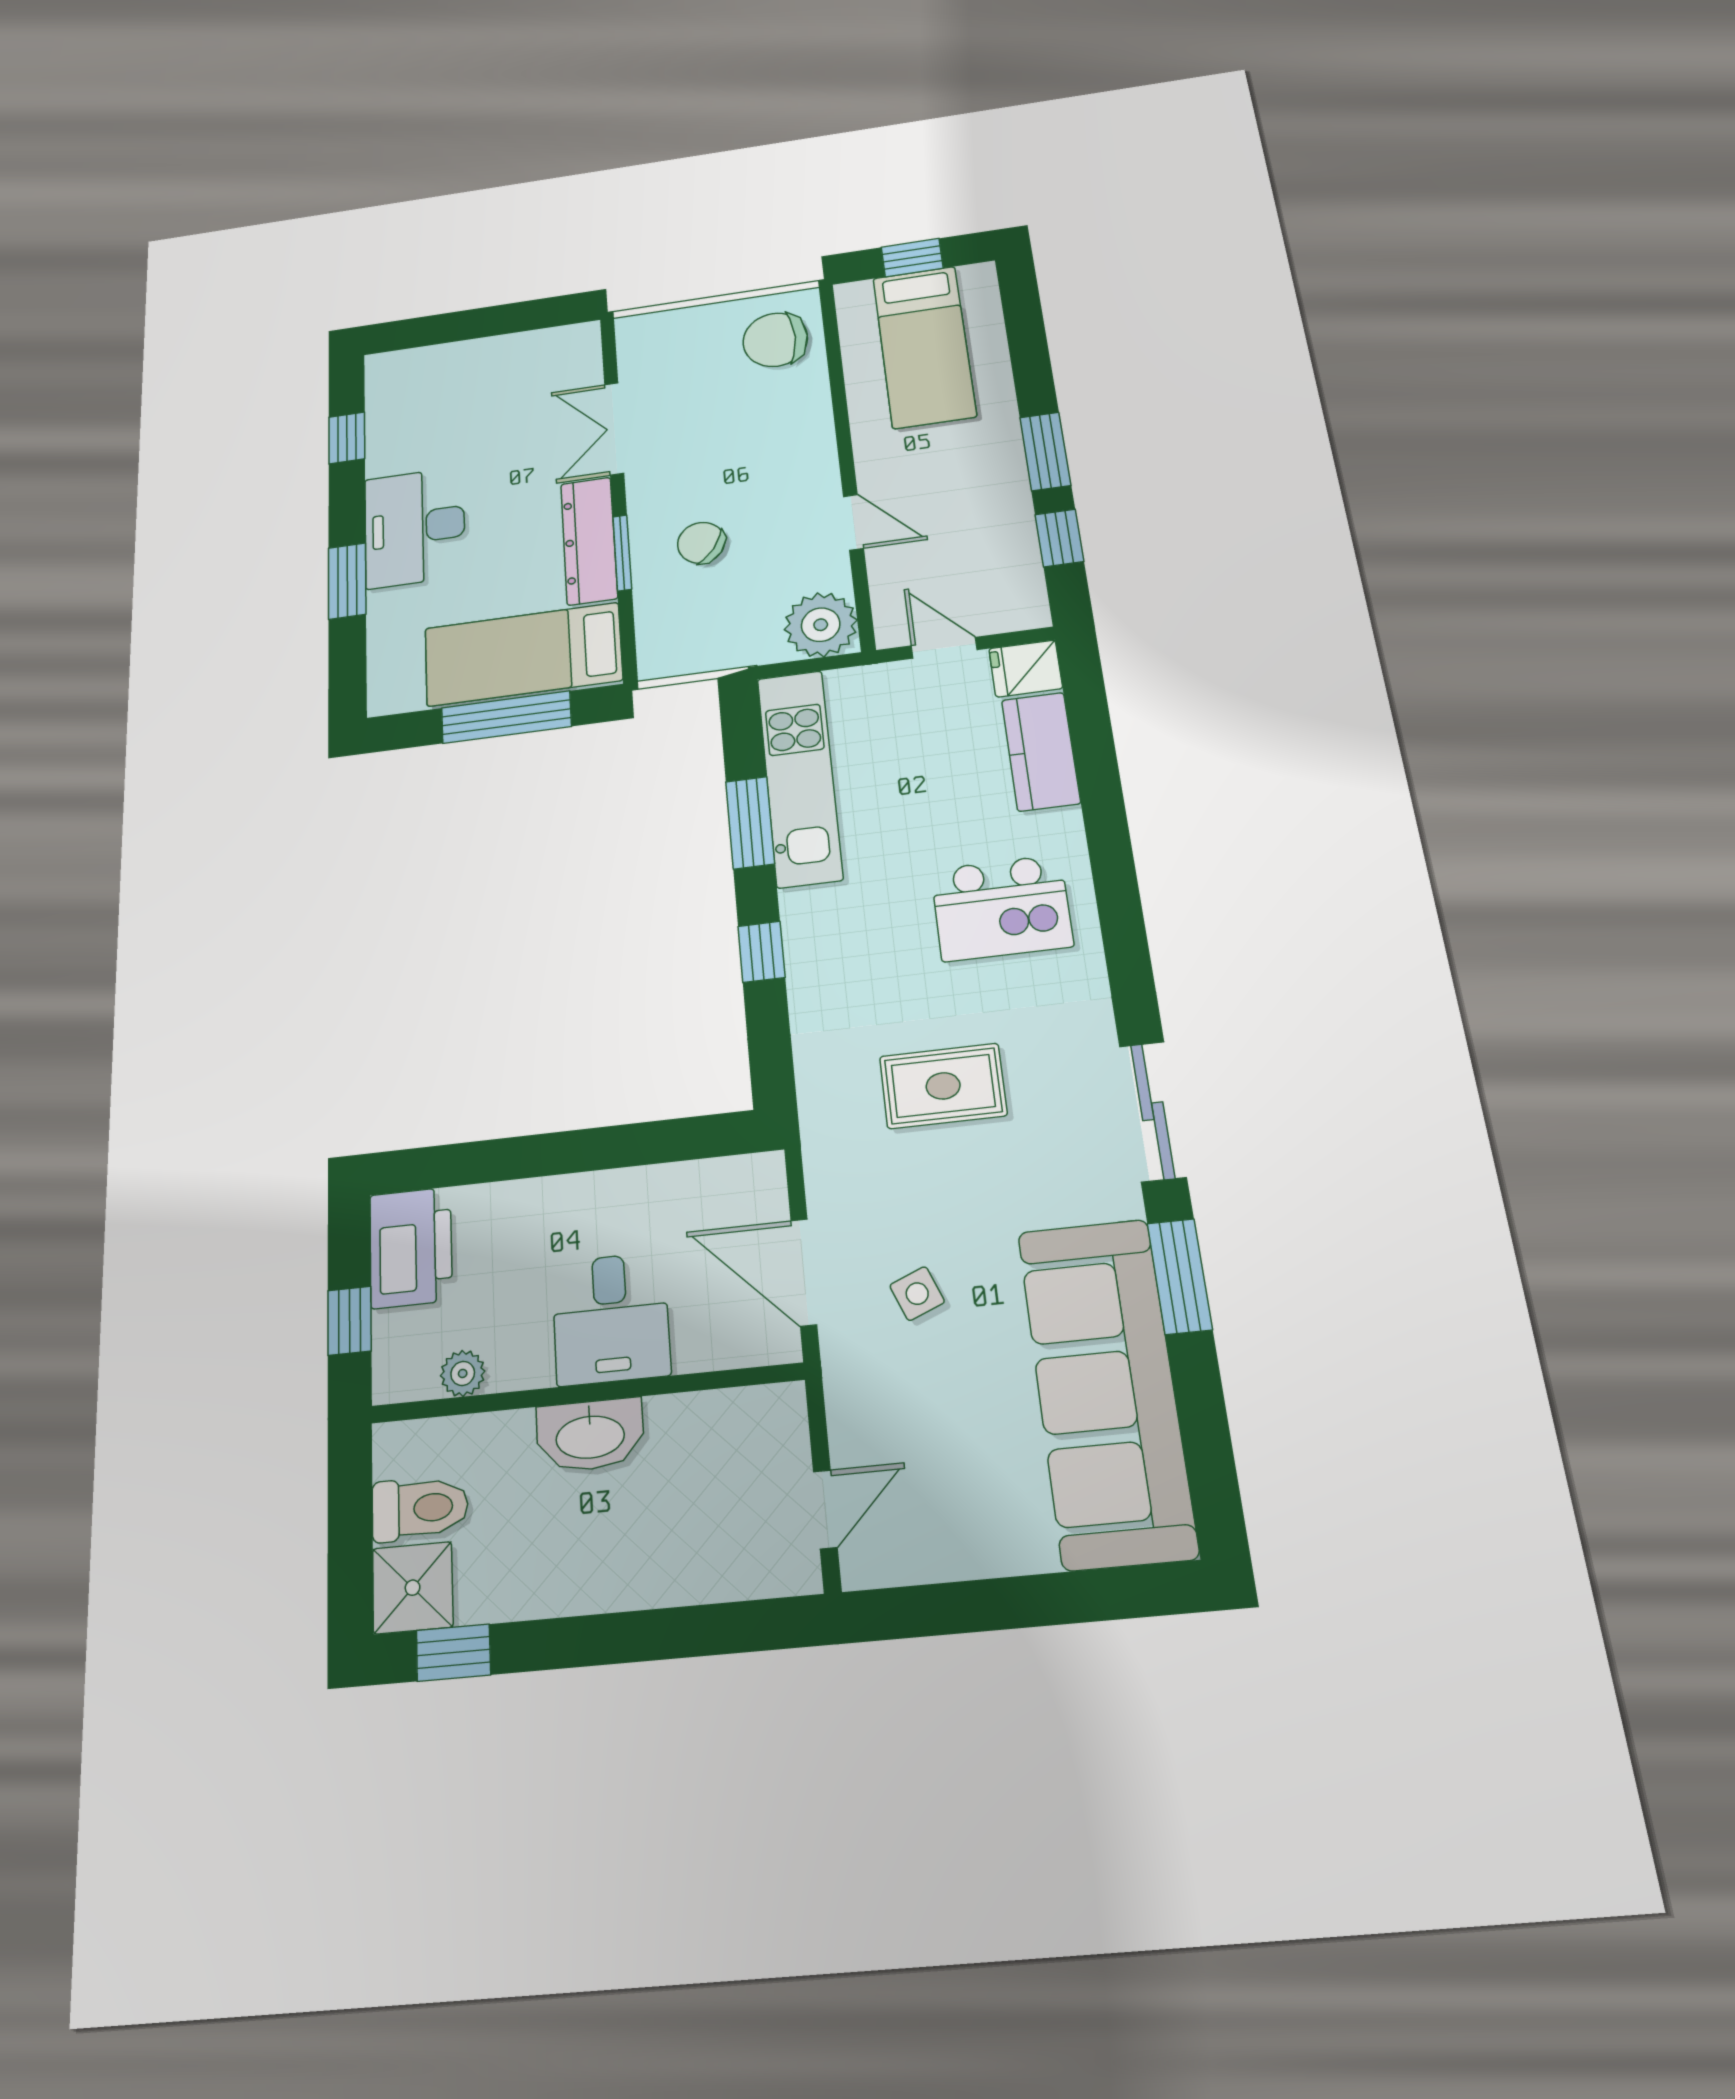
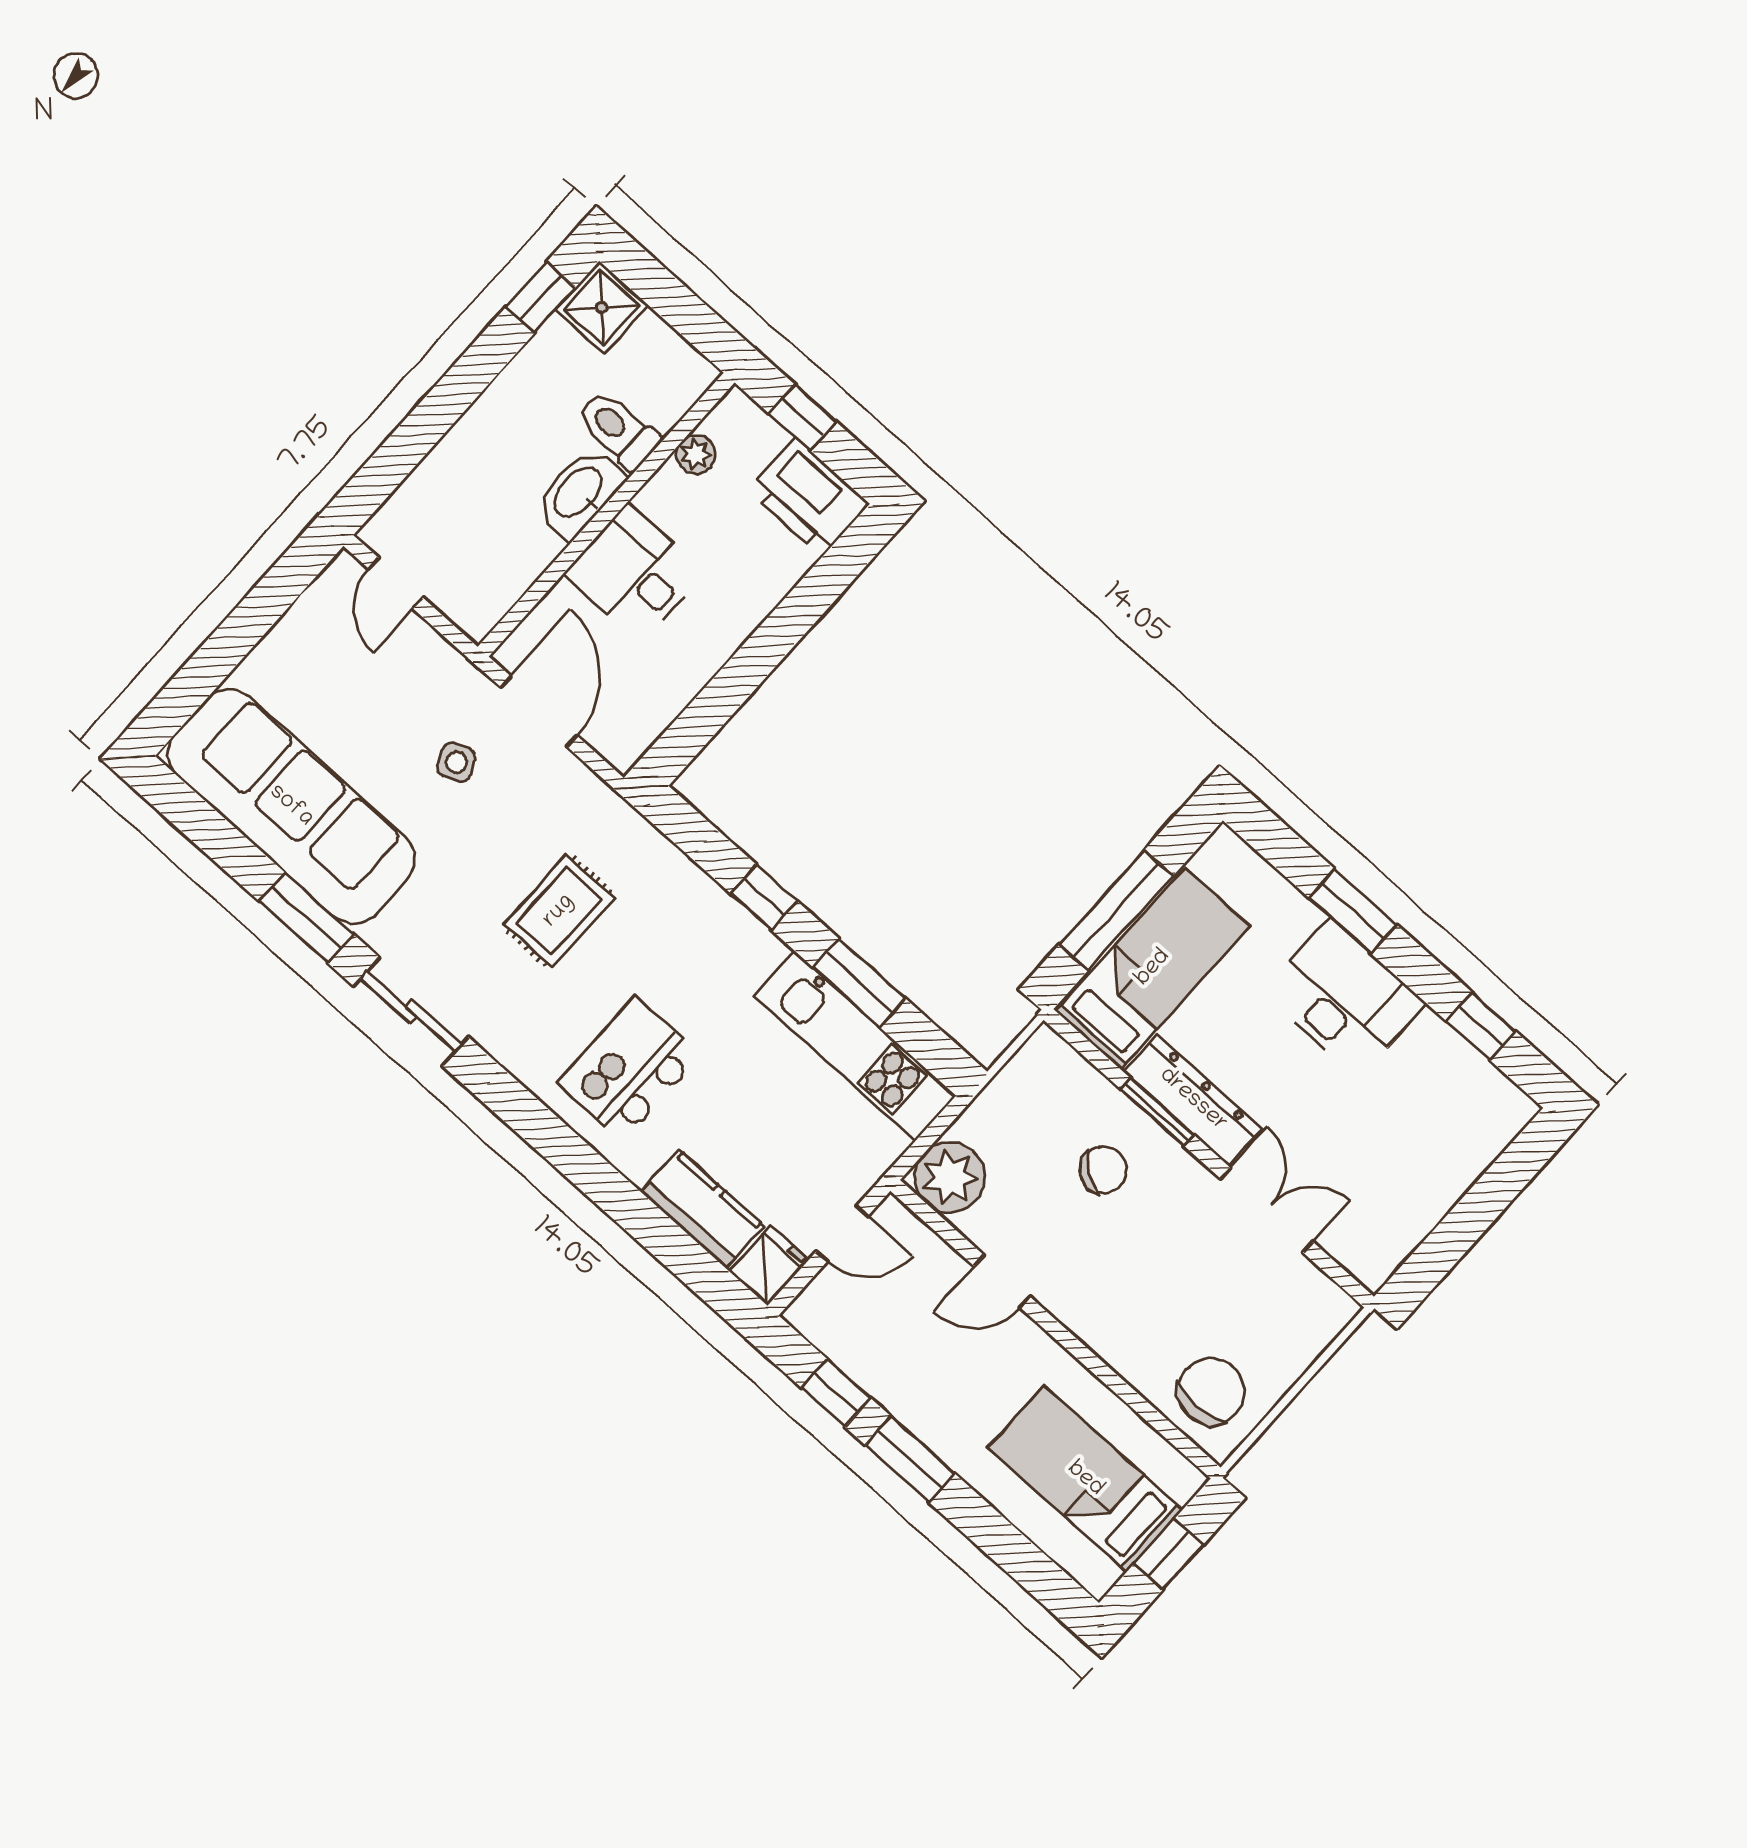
door: (804, 1272) -> (539, 712), hinge flipped
toilet: (420, 1508) -> (618, 430), moved, turned 90

